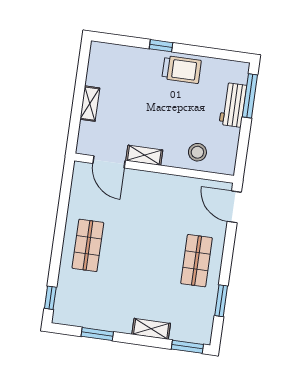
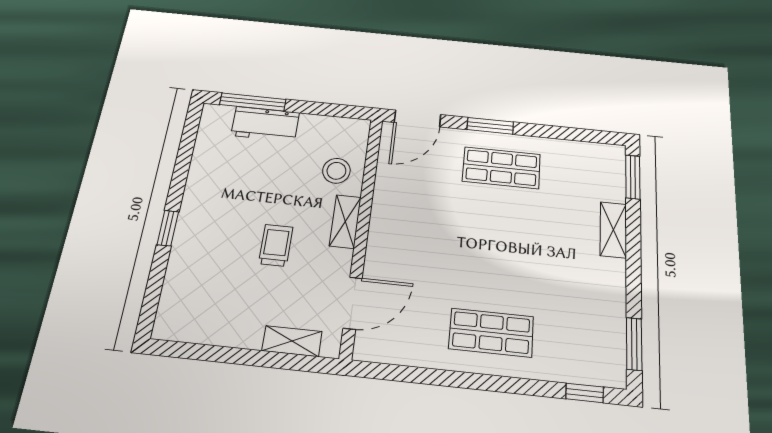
trolley: (182, 70) -> (276, 245), moved, width x0.73, depth x0.72
shelving: (90, 104) -> (292, 341), moved
shelving: (144, 155) -> (345, 221), moved
window: (221, 301) -> (490, 126), moved
window: (97, 334) -> (634, 344), moved

